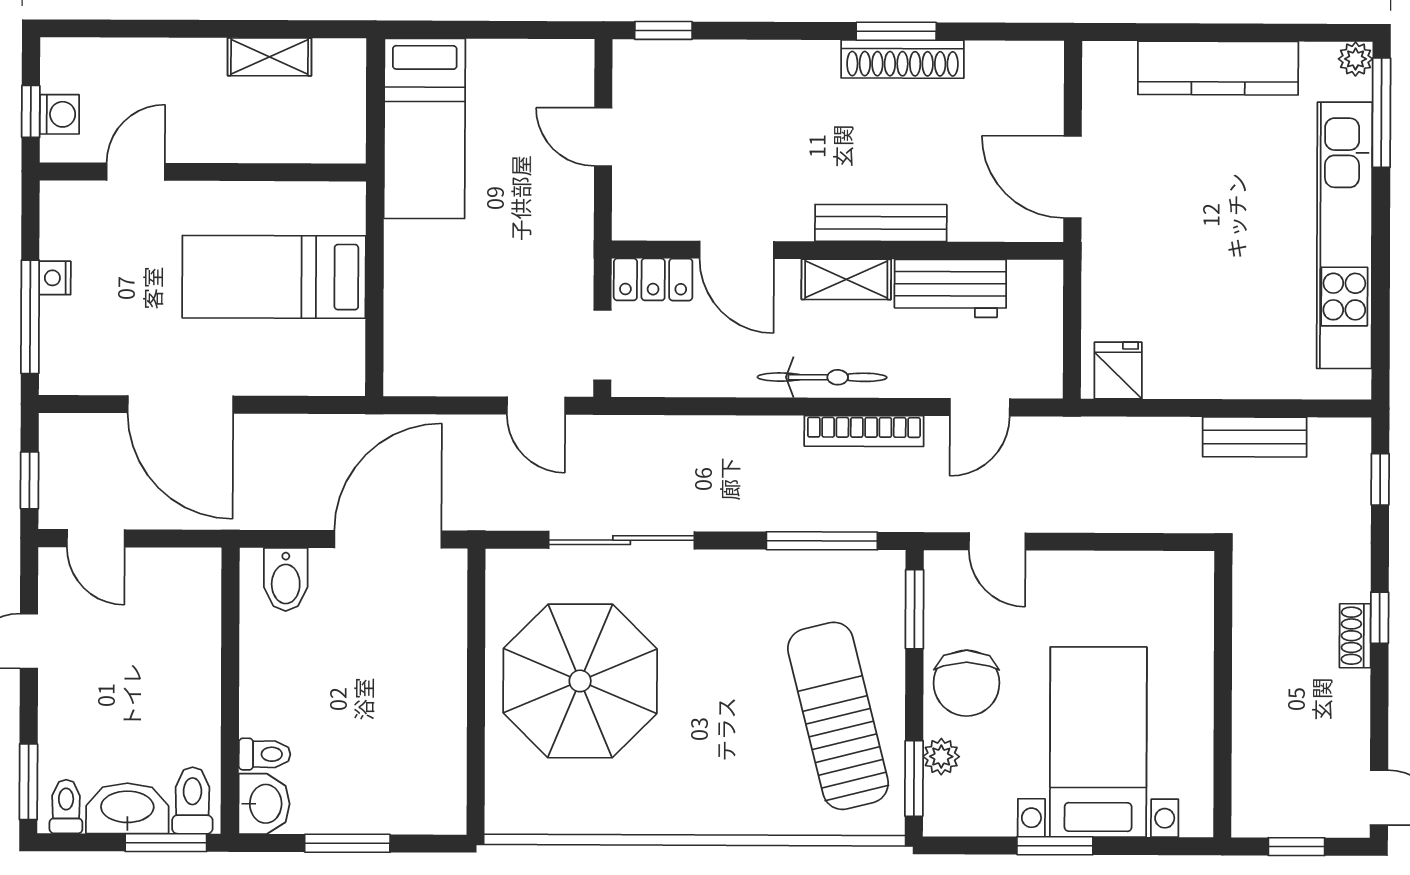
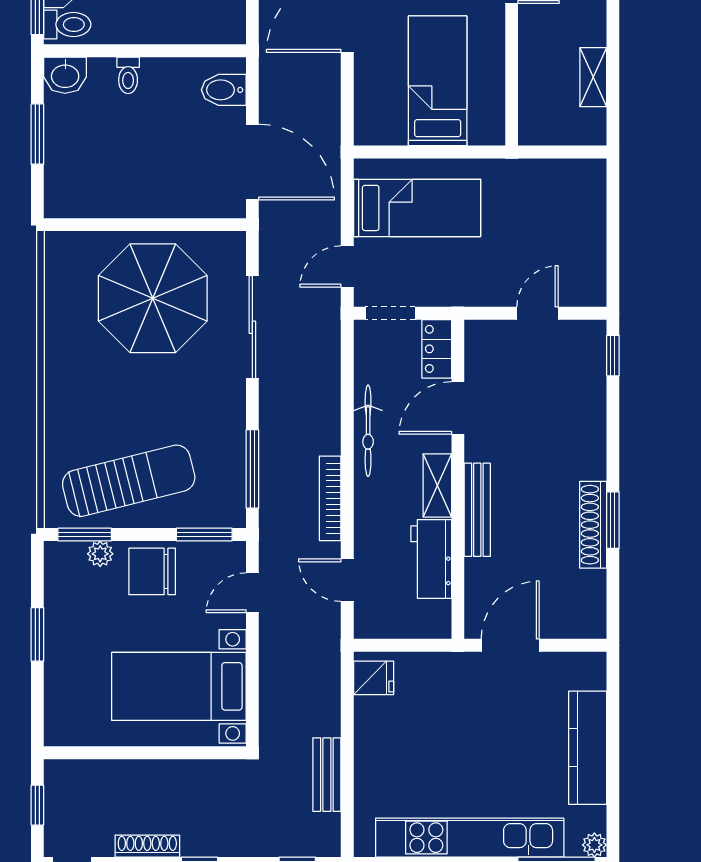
bed: (424, 128) -> (417, 208), moved, turned 180
bicycle: (822, 377) -> (368, 431), moved
shoe rack: (1355, 636) -> (147, 846), moved, width x1.43
bed with nightstands: (1098, 742) -> (179, 686), moved, turned 180
toilet: (265, 754) -> (128, 75), moved

